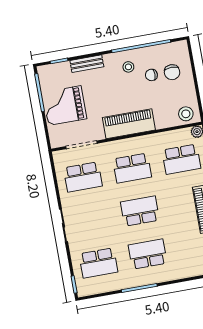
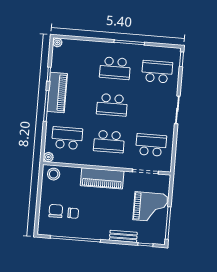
stool: (128, 67) -> (90, 225), removed
school desk: (132, 168) -> (109, 142), turned 180

